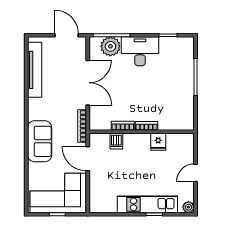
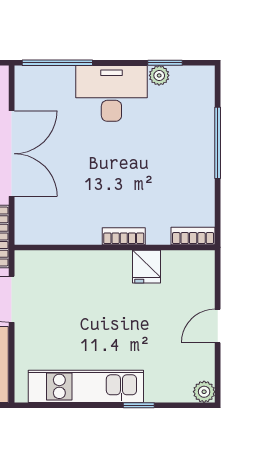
plant: (110, 46) -> (159, 75), moved, width x0.53, depth x0.53
bookcase: (123, 126) -> (193, 236), moved
dishwasher: (116, 141) -> (66, 265), removed
kitchen unit: (147, 204) -> (86, 386), moved

